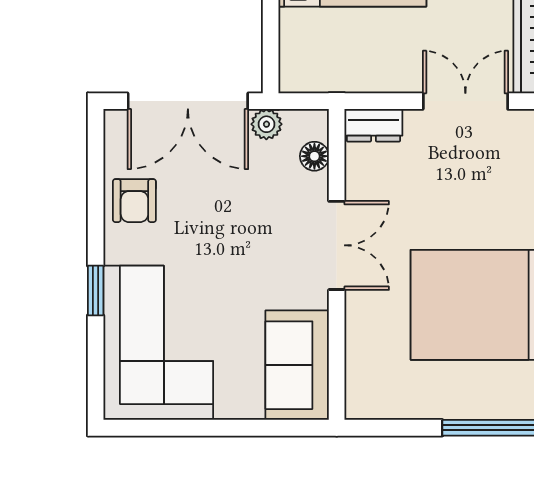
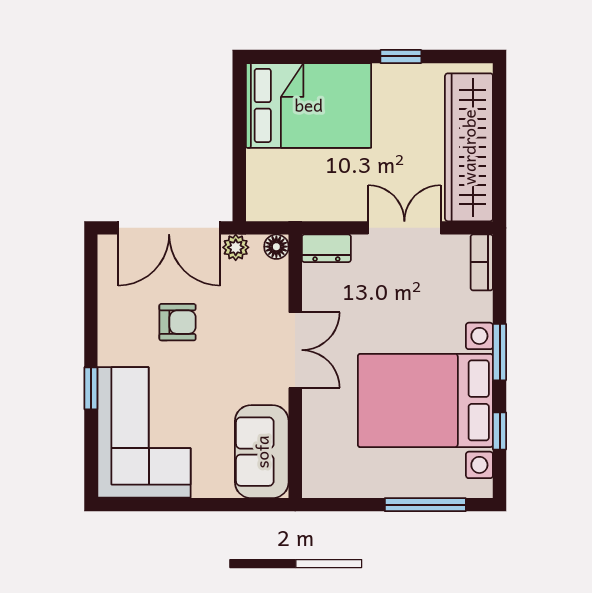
floor lamp: (314, 156) -> (276, 247), moved
armchair: (134, 201) -> (178, 322), moved, turned -90

